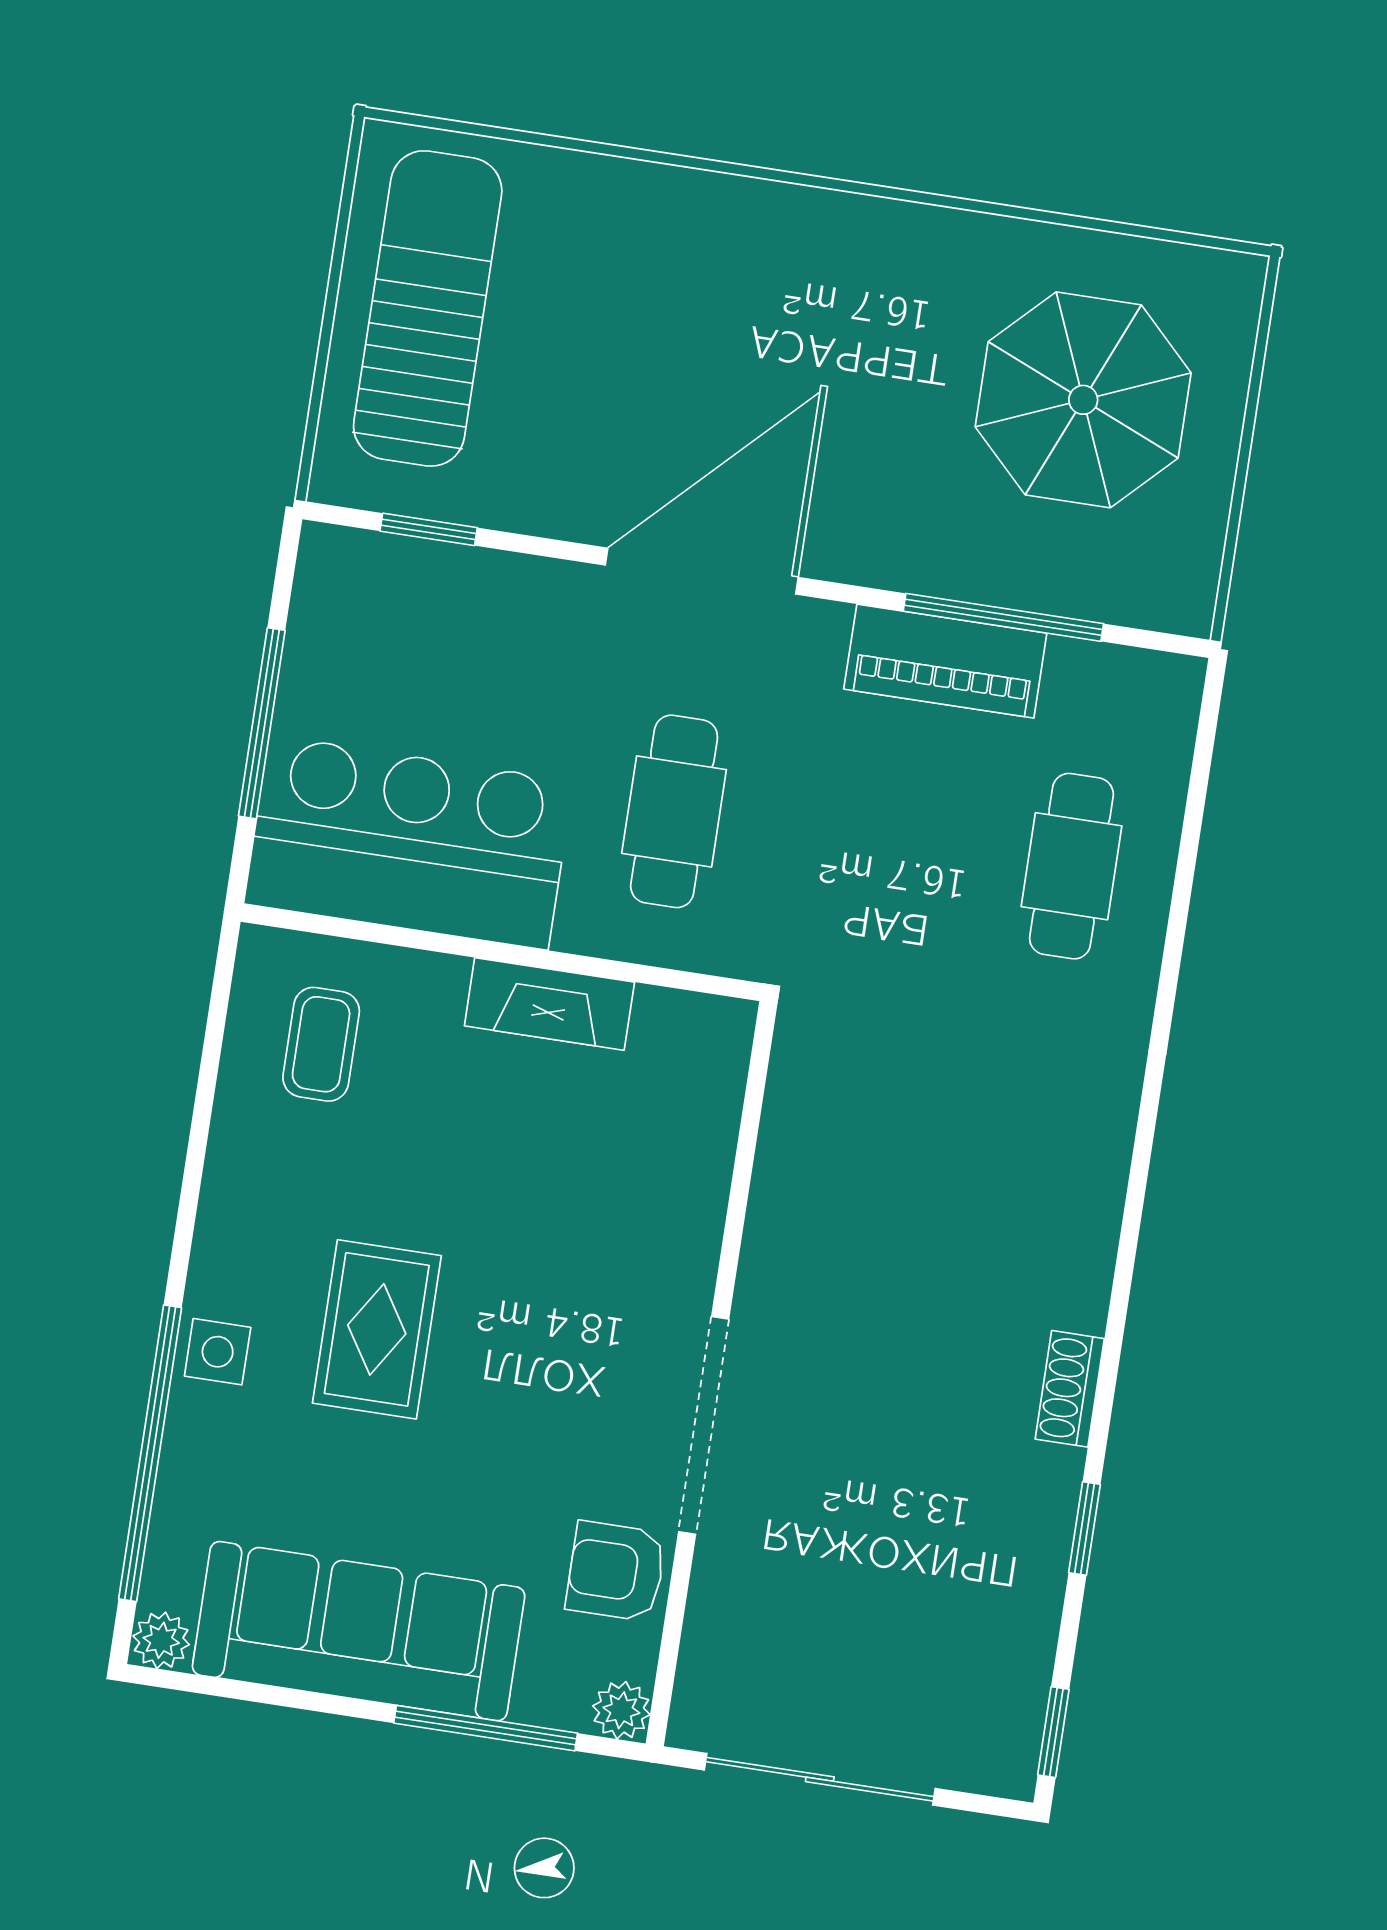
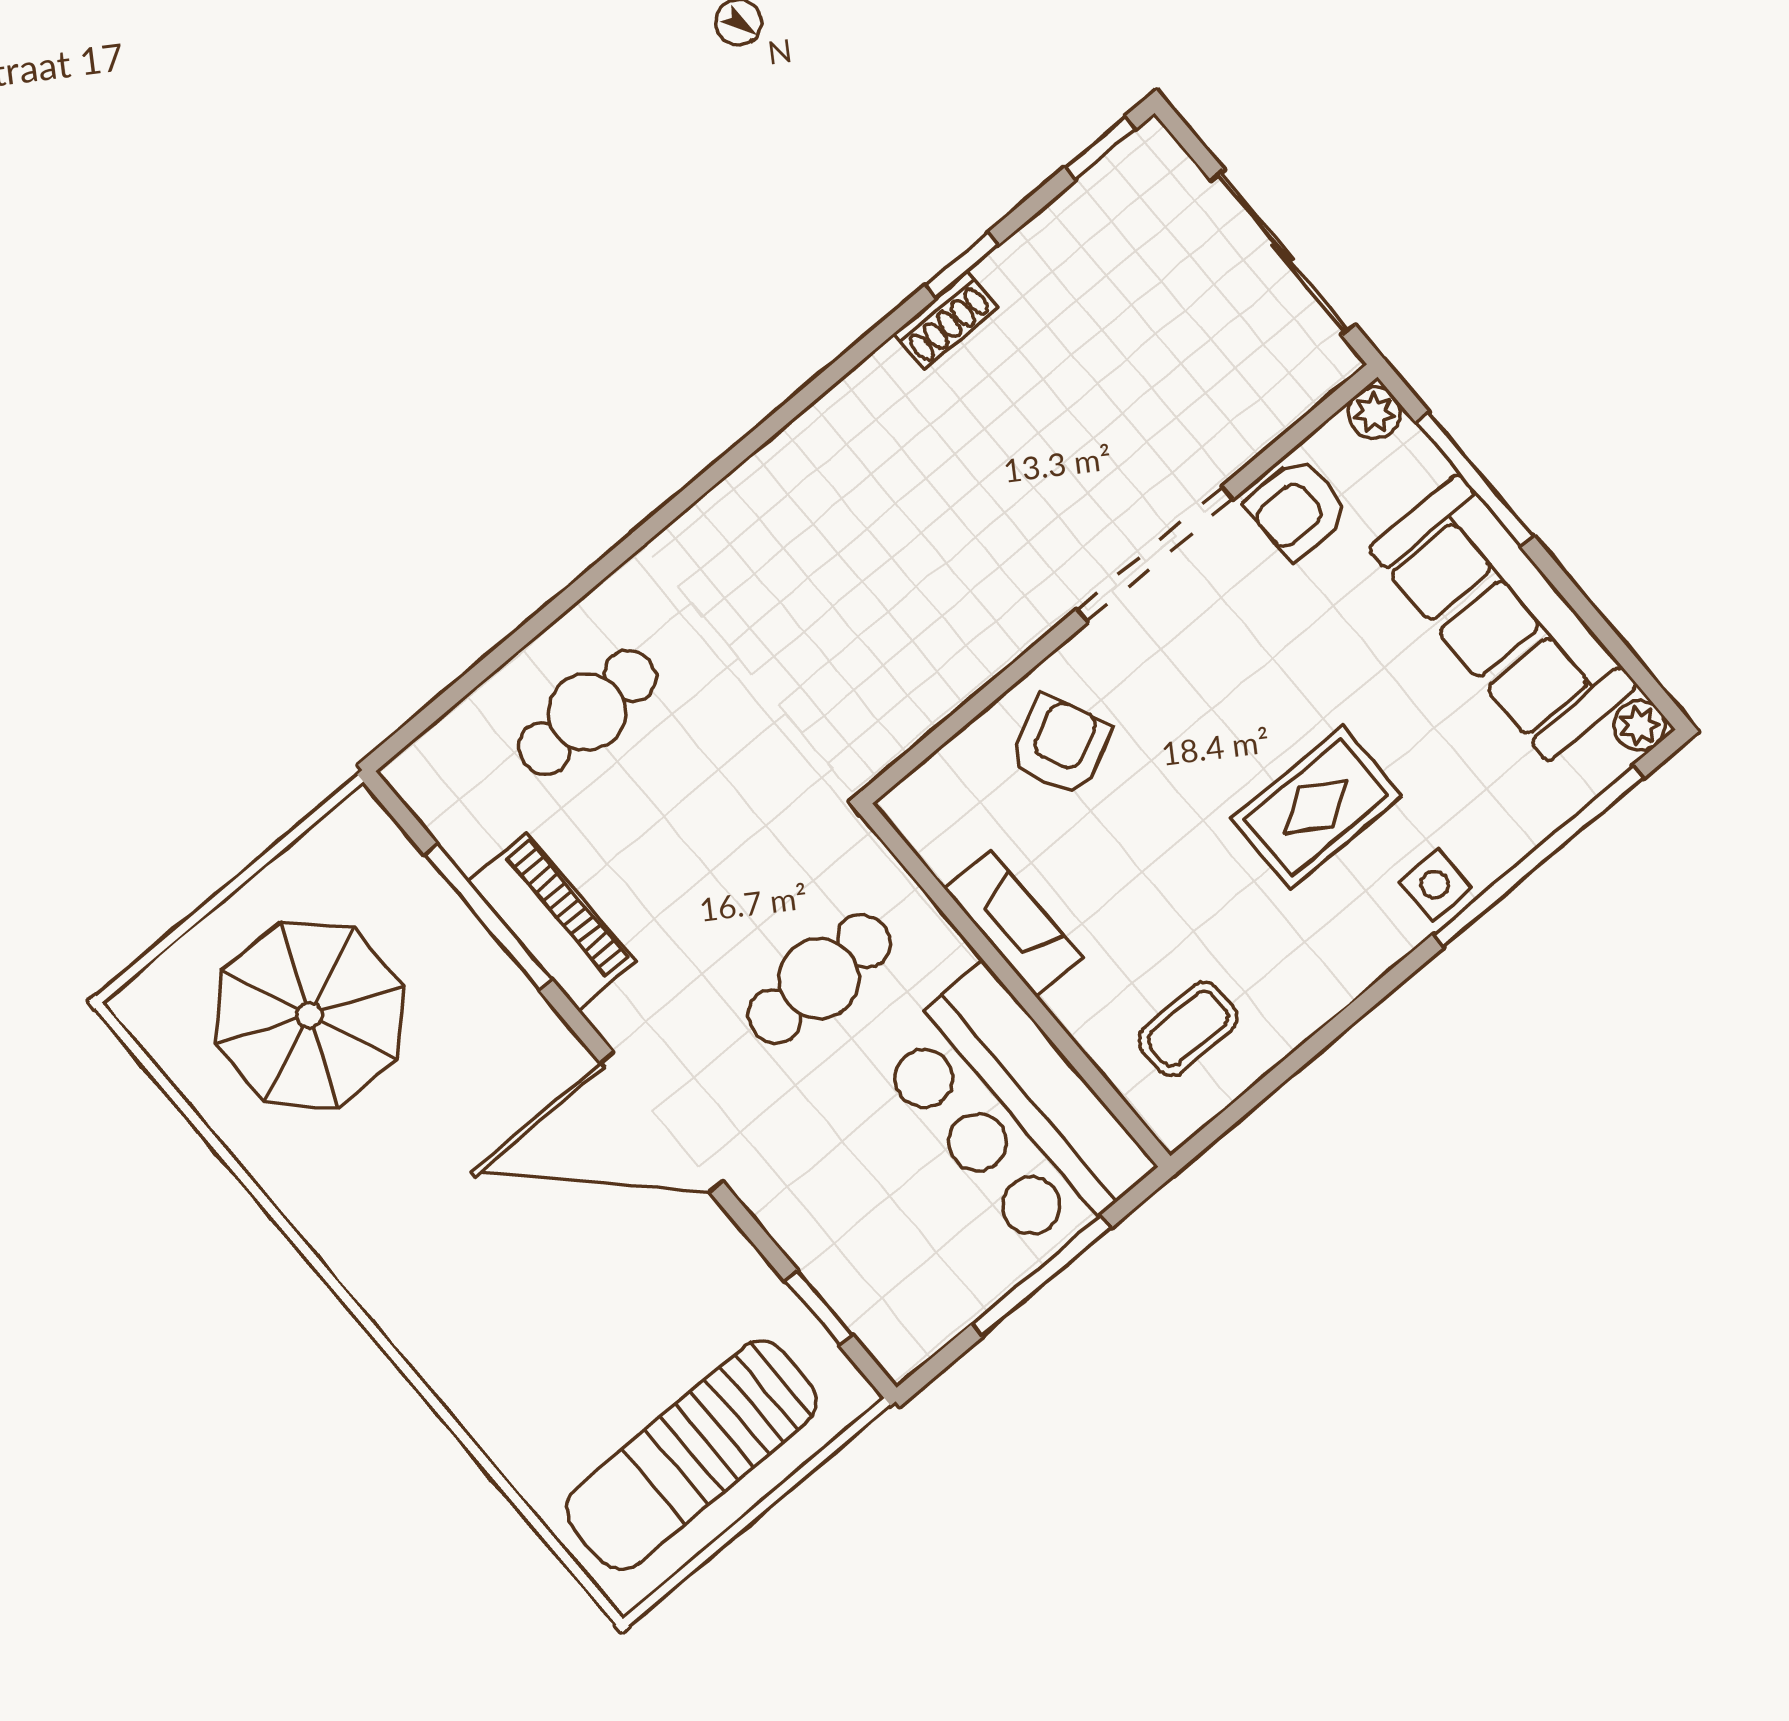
armchair: (641, 1191) -> (1060, 746), added
shoe rack: (1070, 1389) -> (946, 320), moved
armchair: (616, 1571) -> (1298, 508), turned 90

